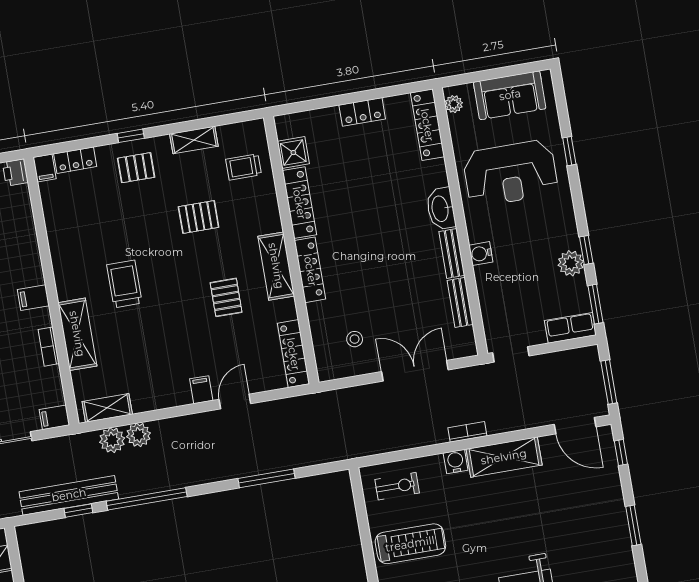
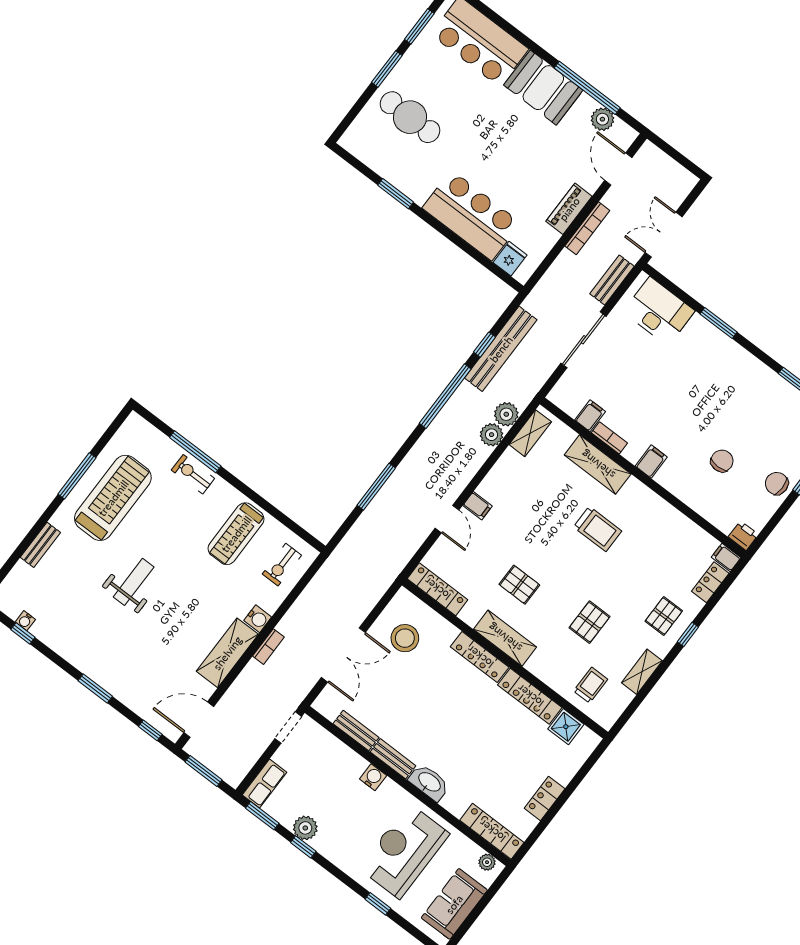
stool: (355, 339) -> (405, 638), width x1.89, depth x1.89
filing cabinet: (54, 417) -> (590, 416), moved

